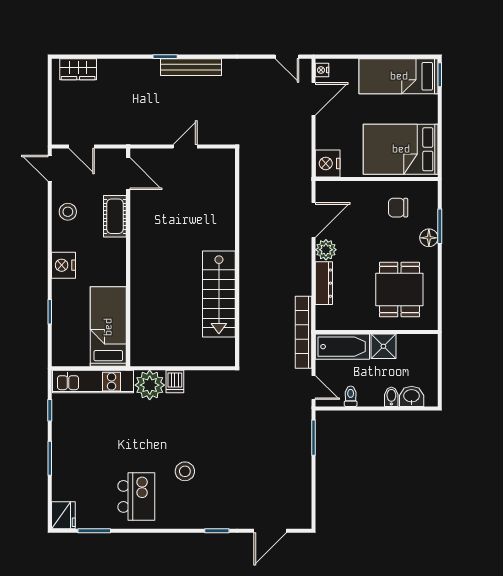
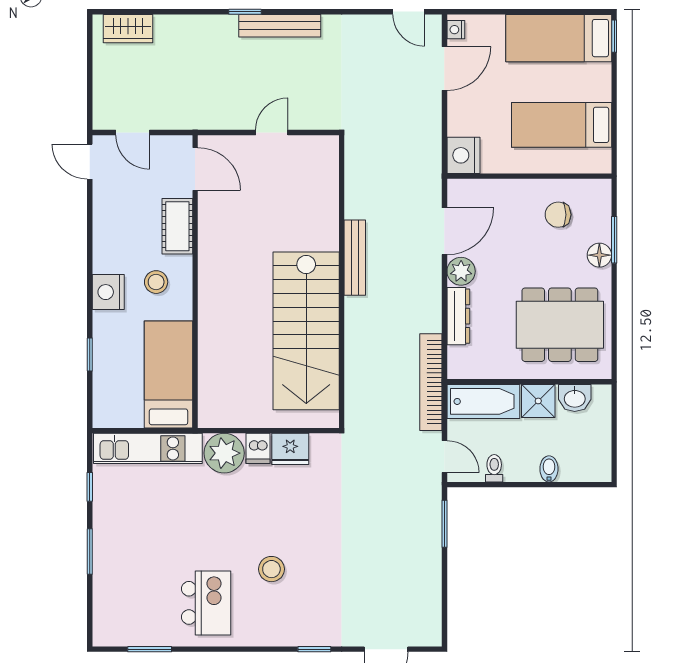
bed: (401, 149) -> (562, 125), width x0.67
stool: (68, 212) -> (156, 282), moved
bench: (247, 240) -> (355, 258), added
dining table: (399, 290) -> (560, 325), width x1.37
stairs: (219, 294) -> (306, 331), width x1.36, depth x1.51
washbasin: (412, 396) -> (575, 398), moved, turned 180
fridge: (63, 515) -> (290, 449), moved, turned 90

